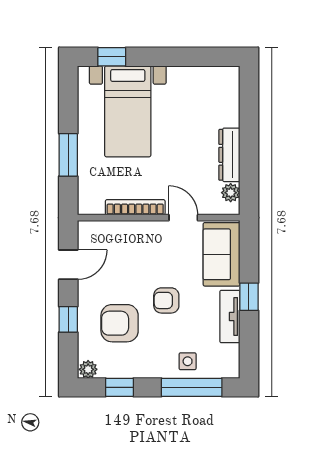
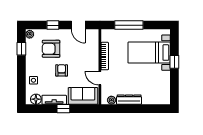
window: (112, 57) -> (174, 62), moved
window: (68, 155) -> (129, 25), width x1.44
door: (183, 218) -> (100, 78), swing flipped
armchair: (120, 323) -> (51, 49), turned -90
floor lamp: (229, 356) -> (36, 99), added
window: (192, 387) -> (21, 82), removed

